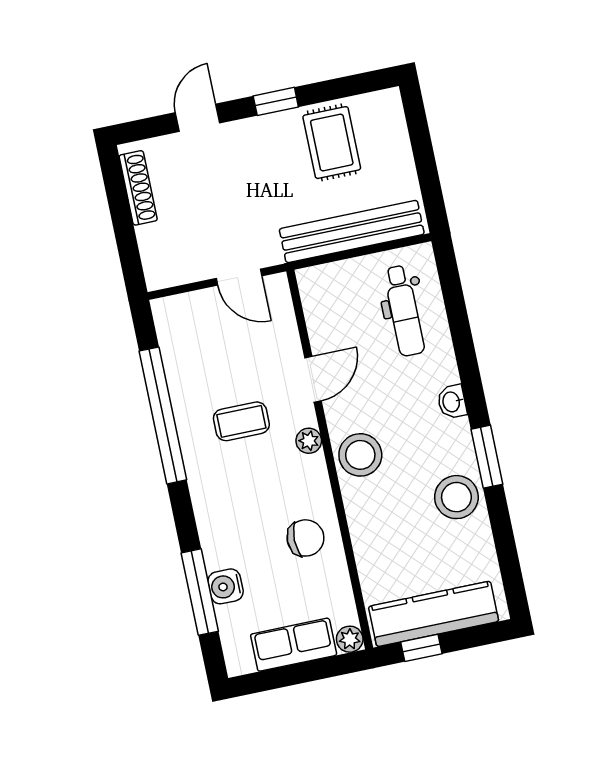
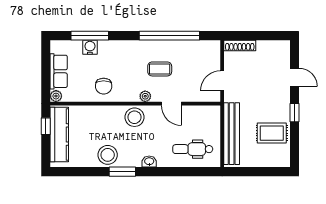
shoe rack: (138, 188) -> (240, 45), moved
coffee table: (241, 421) -> (160, 69), turned 90

